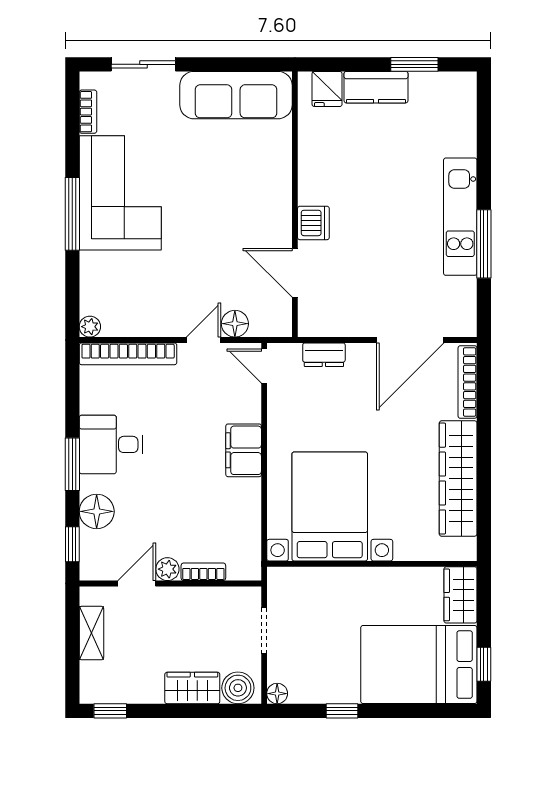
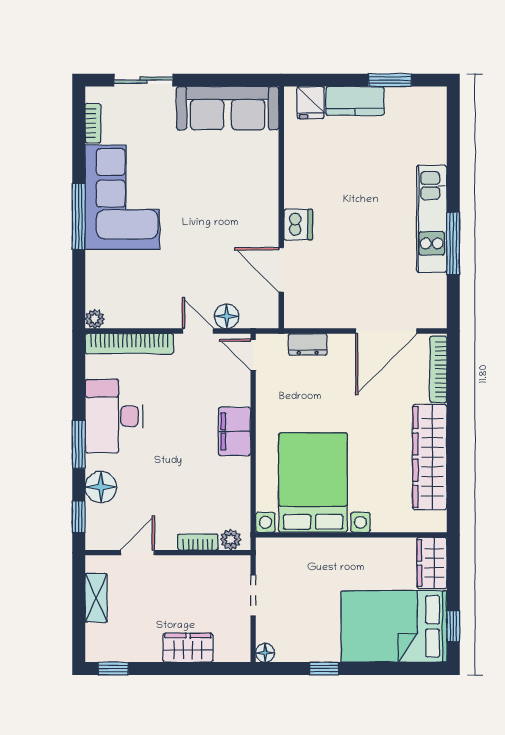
door: (204, 340) -> (198, 331), hinge flipped
desk: (111, 444) -> (114, 416), width x1.37
plant: (167, 569) -> (231, 540), moved
boiler: (238, 688) -> (229, 648), removed

